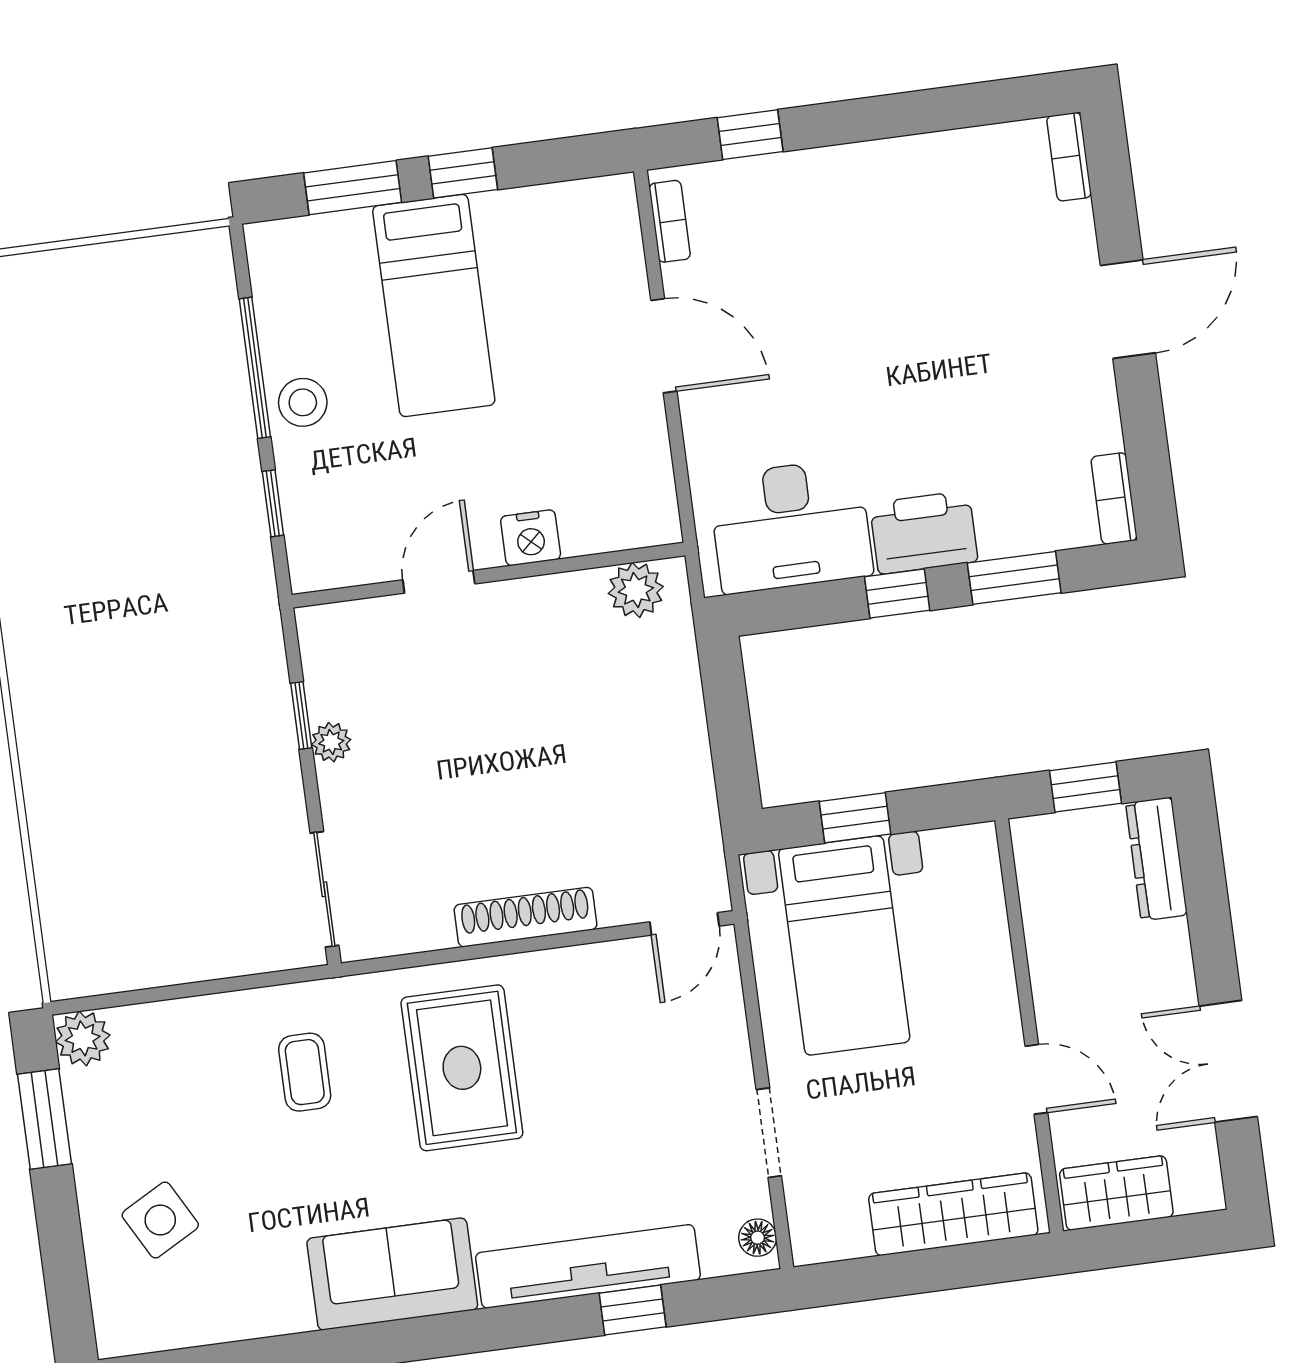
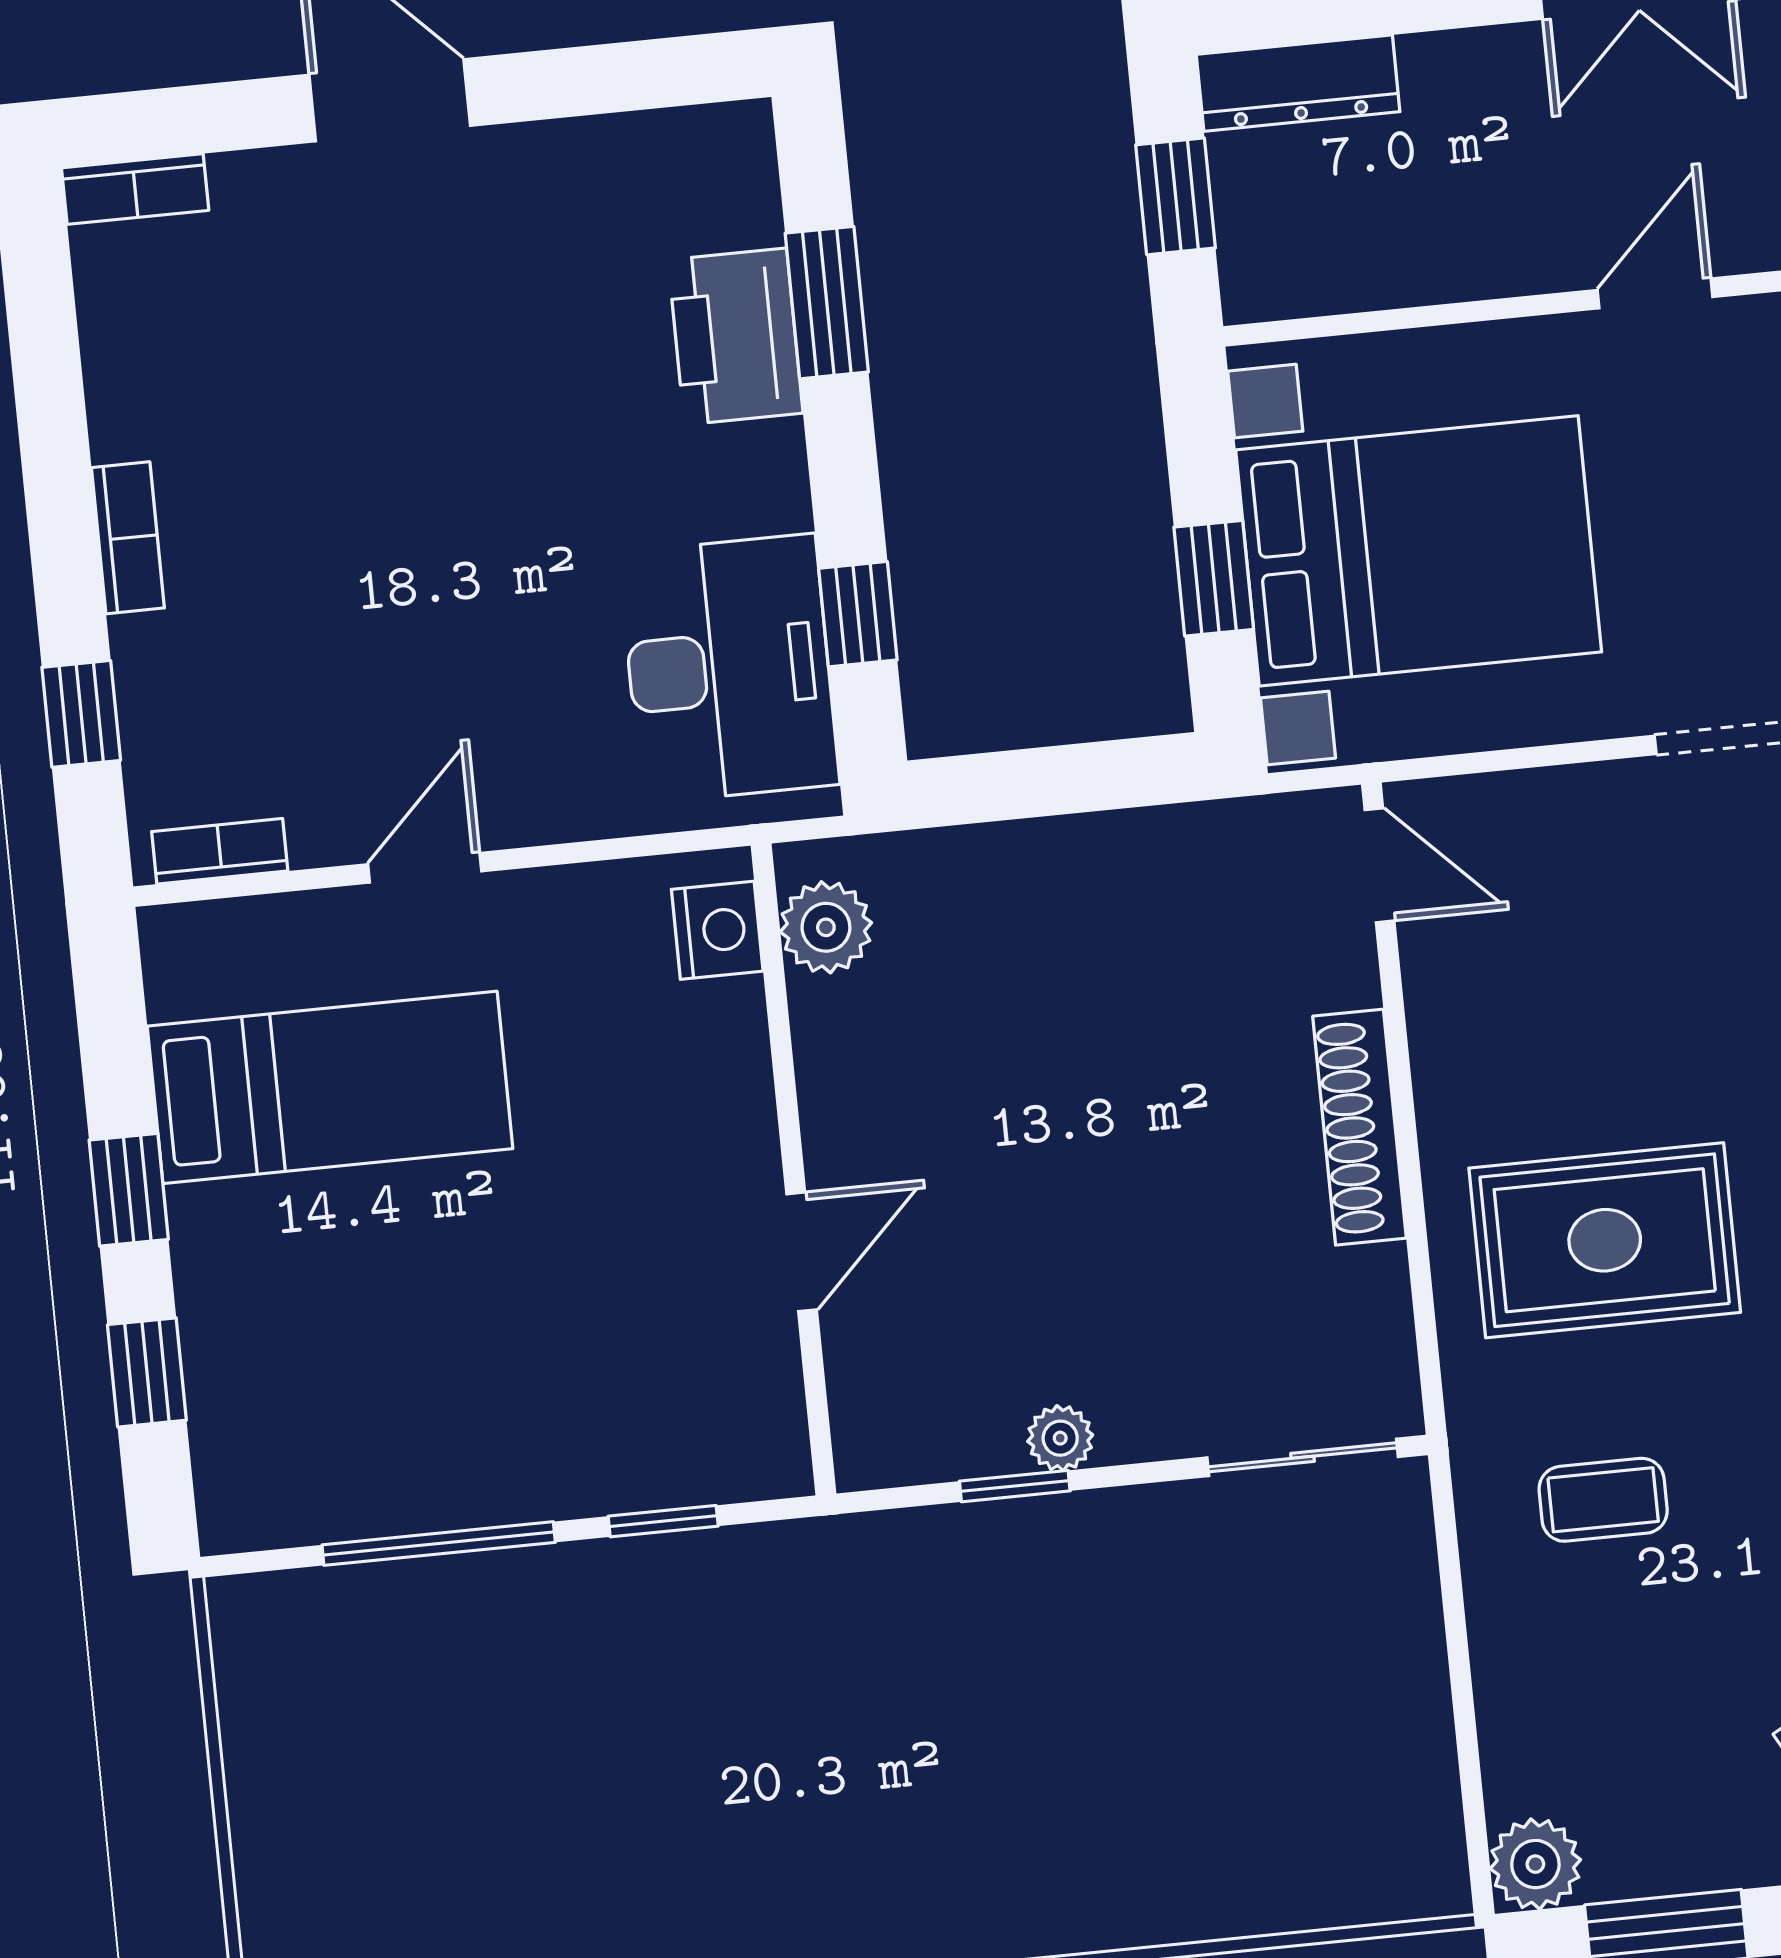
window: (353, 188) -> (147, 1372), width x0.67
bed: (434, 305) -> (330, 1087), moved
door: (664, 346) -> (425, 868), width x0.73
stool: (303, 402) -> (498, 1466), removed
bookcase: (1114, 498) -> (128, 538), moved, turned -90
printer: (924, 532) -> (735, 336), moved
nightstand: (531, 538) -> (717, 930), moved
door: (439, 582) -> (802, 1252), swing flipped
window: (897, 593) -> (858, 614), moved
bed with nightstands: (844, 946) -> (1419, 551), width x1.36

